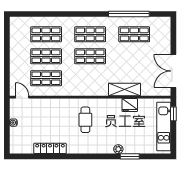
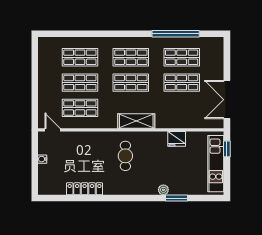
shop shelf: (134, 56) -> (182, 83), added
shelving: (124, 90) -> (136, 121), moved

